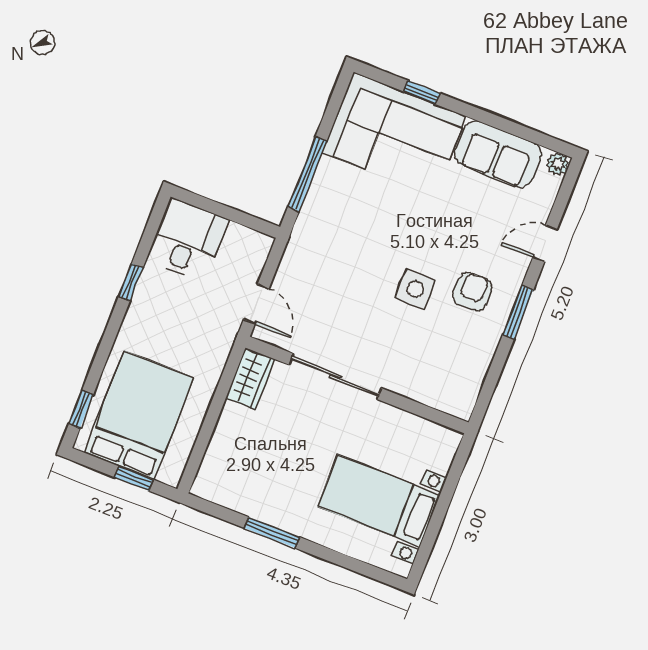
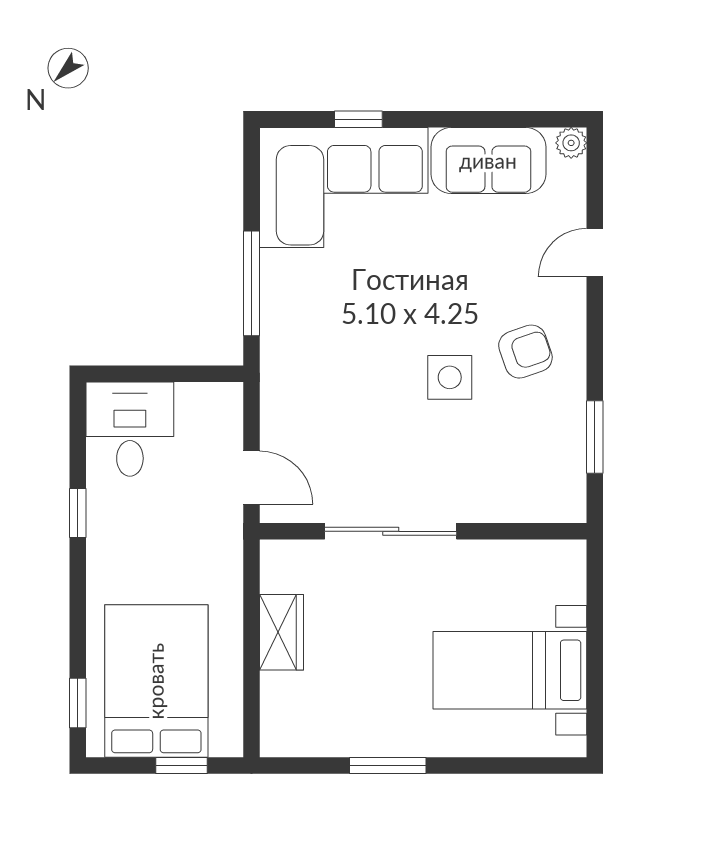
armchair: (473, 292) -> (525, 352), turned 71
window: (518, 312) -> (595, 437), moved
wardrobe: (250, 379) -> (281, 632), moved

